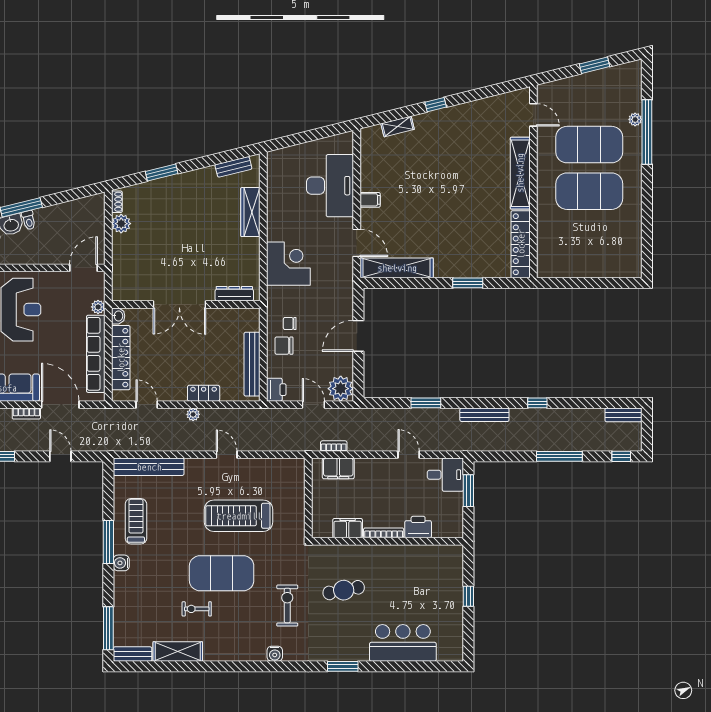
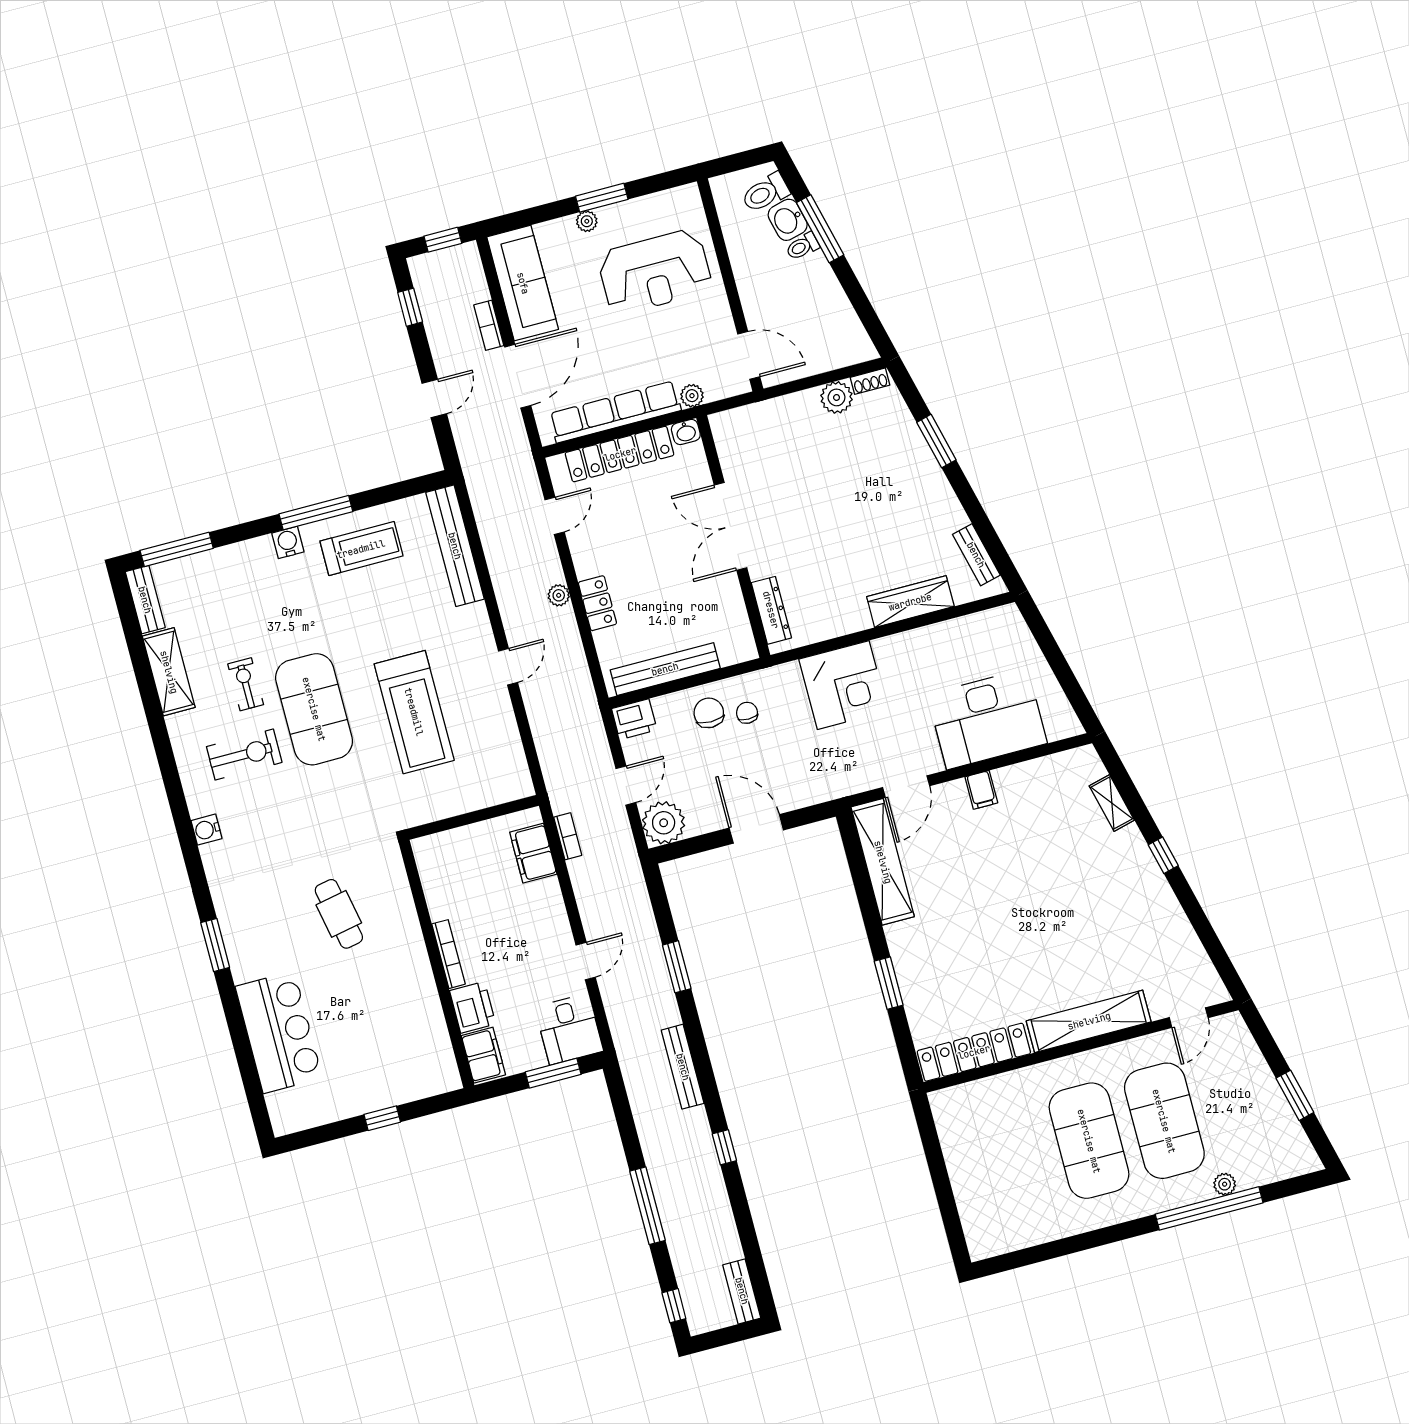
treadmill: (239, 516) -> (414, 712), turned 180
filing cabinet: (348, 528) -> (483, 1055), moved
exercise bike: (287, 606) -> (244, 755), moved

